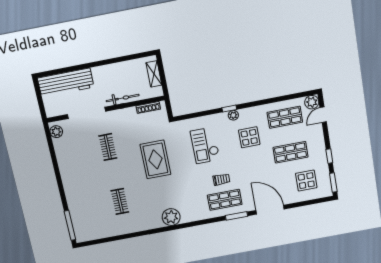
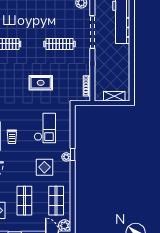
bicycle: (123, 98) -> (99, 66), removed
checkout: (205, 145) -> (45, 128), turned 90
clothes rail: (108, 147) -> (59, 44), width x1.36
rug: (155, 159) -> (41, 83), width x0.73, depth x0.70

